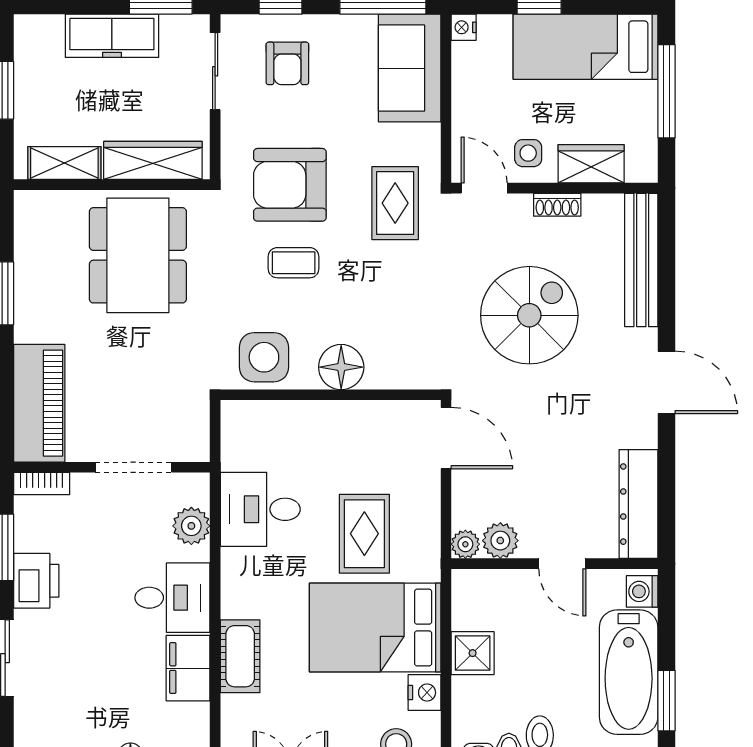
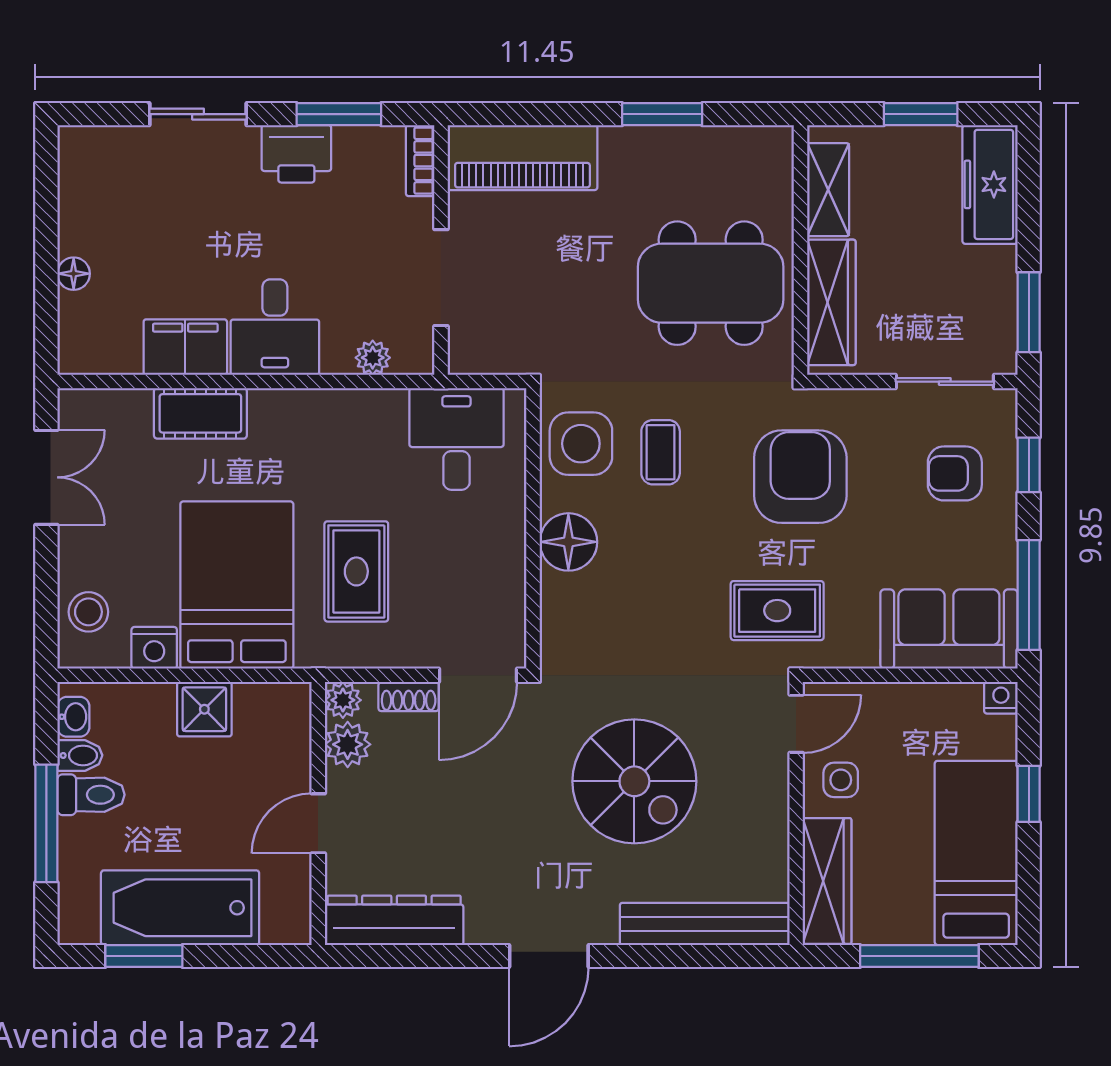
freezer: (112, 36) -> (990, 184), moved
wardrobe: (591, 164) -> (827, 881), width x1.50
shoe rack: (557, 205) -> (409, 697), moved, turned -90
coffee table: (294, 263) -> (661, 452), moved
desk: (260, 509) -> (456, 439), moved
plant: (191, 526) -> (373, 358), width x0.73, depth x0.73
rug: (364, 534) -> (356, 571), turned 90
washing machine: (642, 591) -> (283, 925), removed

